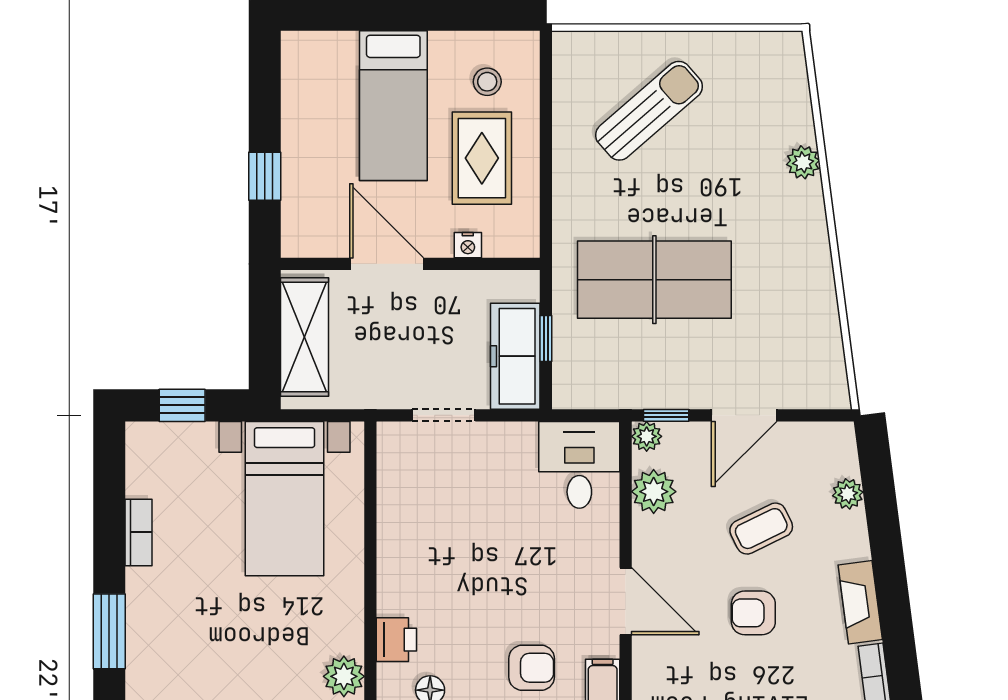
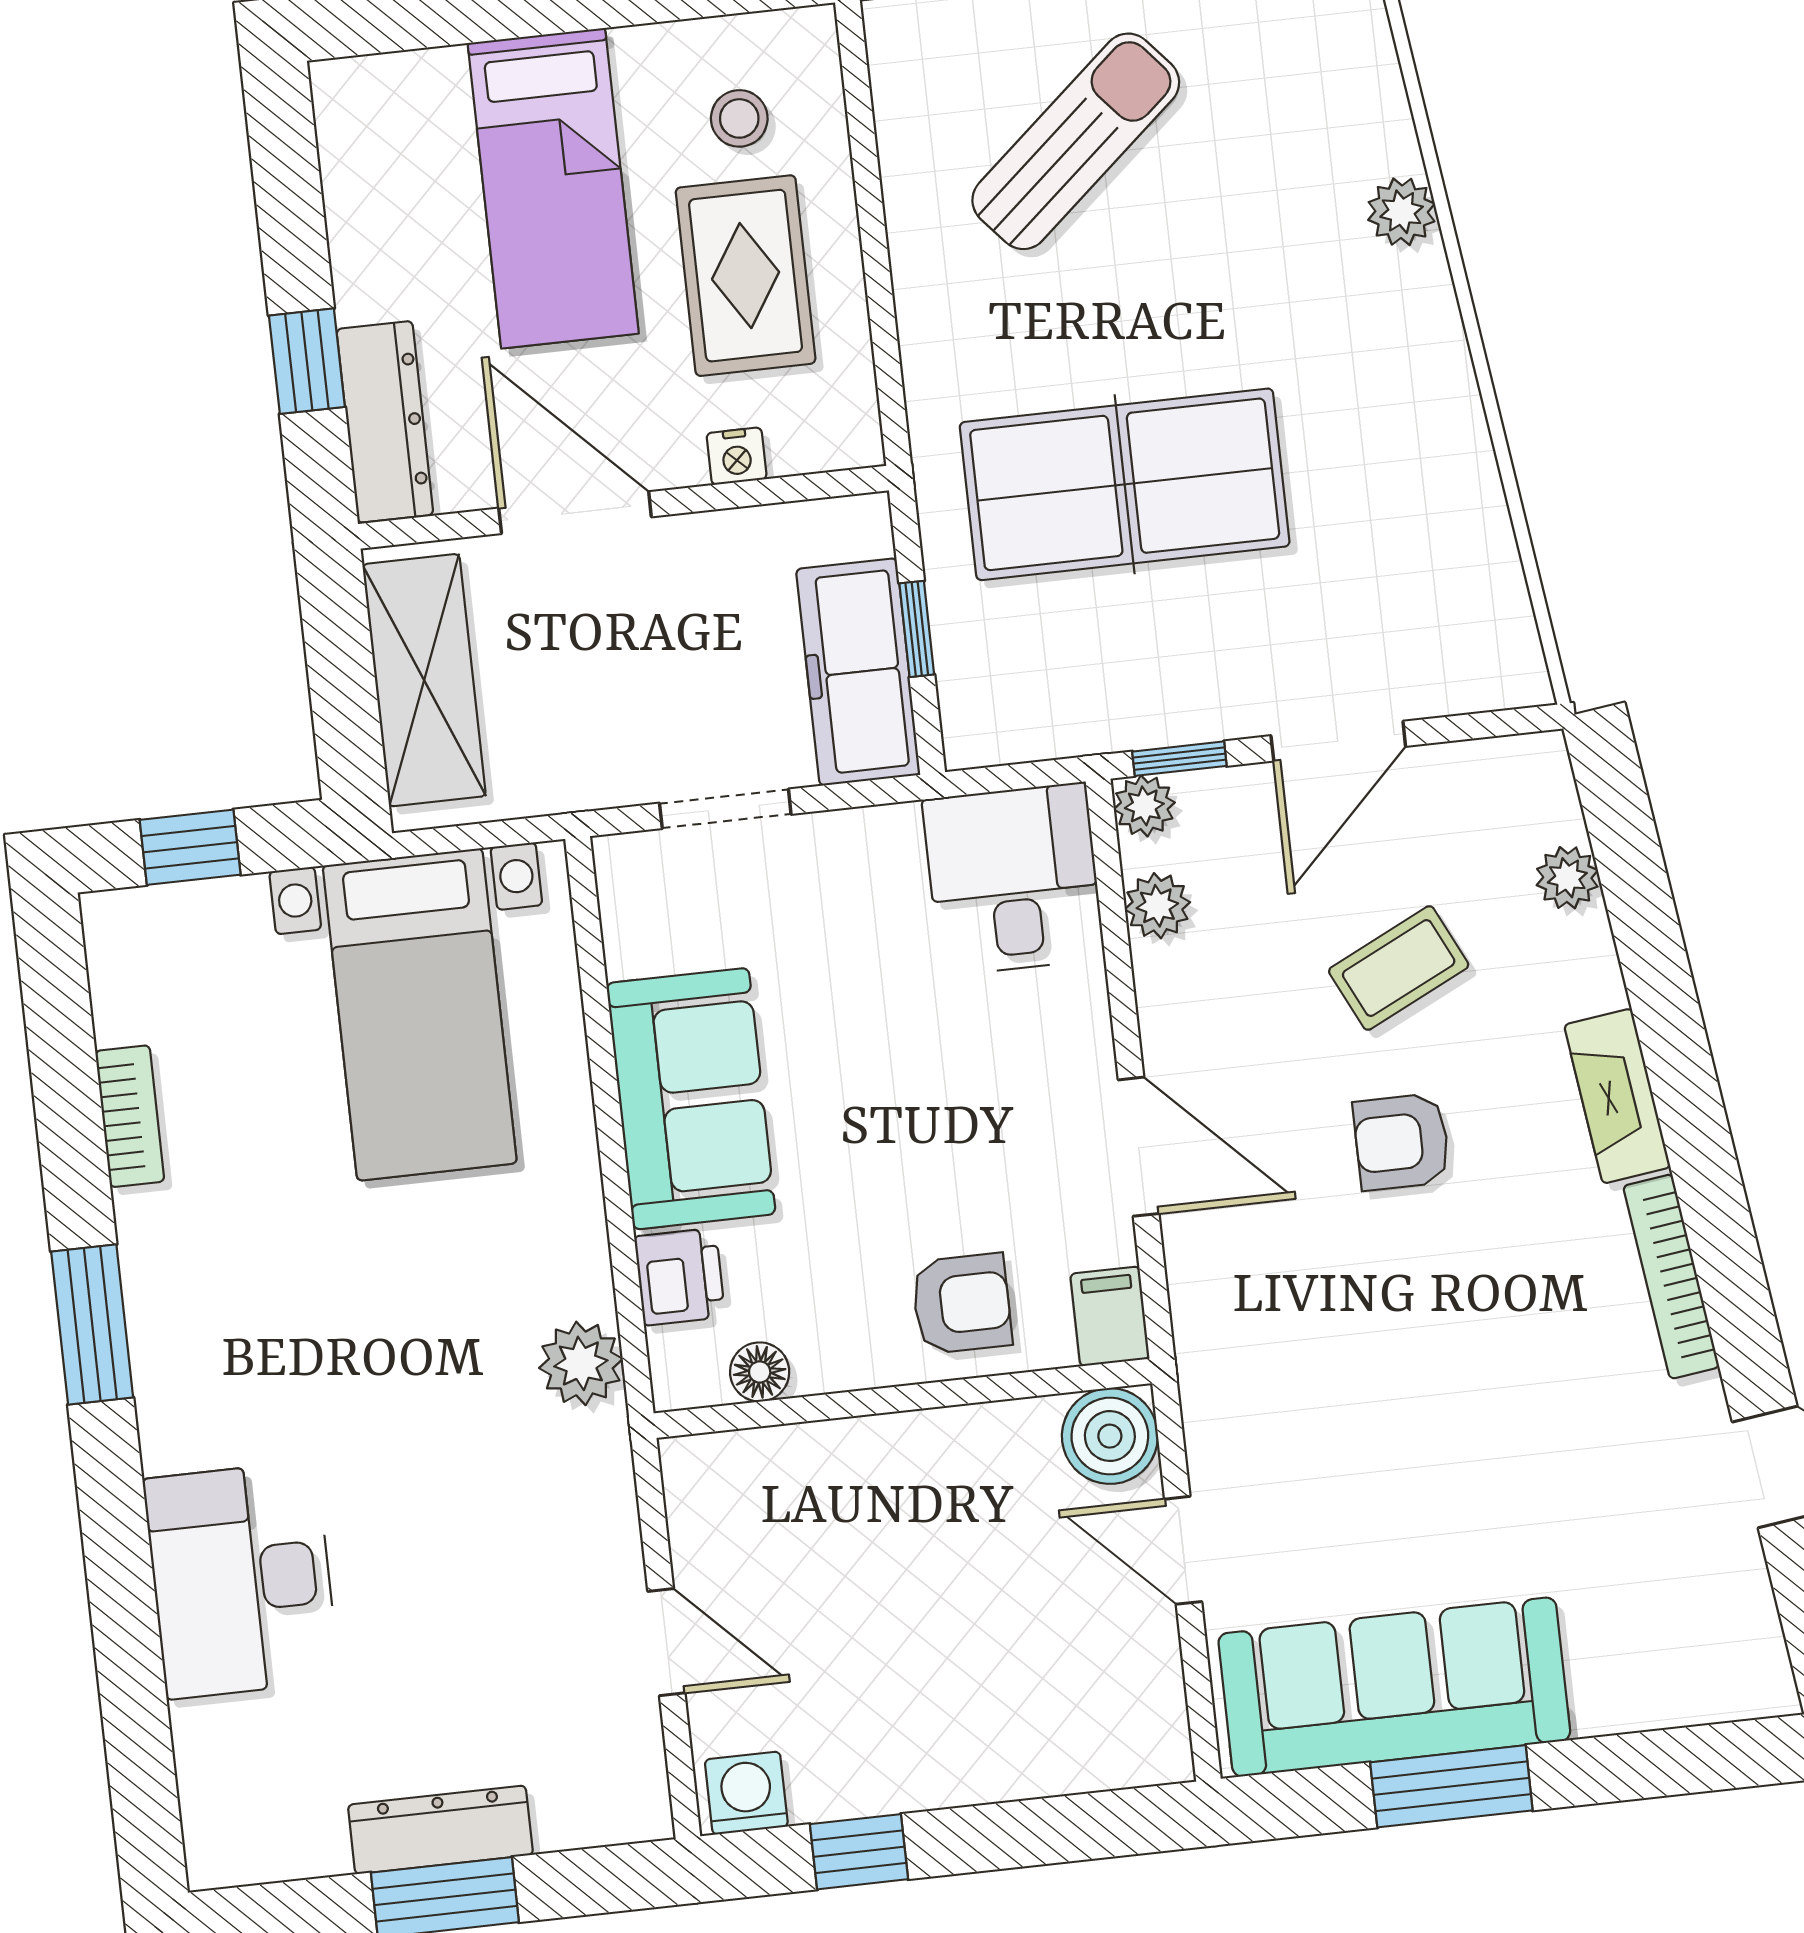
dresser: (299, 210) -> (385, 422), added
plant: (654, 492) -> (1157, 906), width x0.73, depth x0.73
sofa: (411, 554) -> (691, 1099), added

